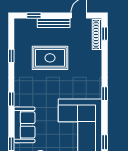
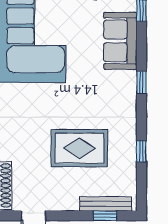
bench: (54, 23) -> (106, 204), moved

